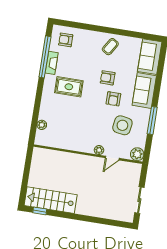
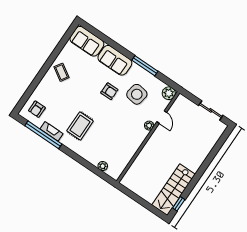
armchair: (108, 78) -> (88, 88), removed

